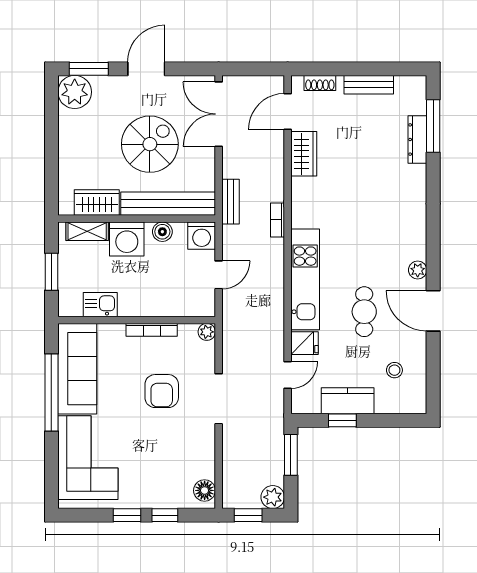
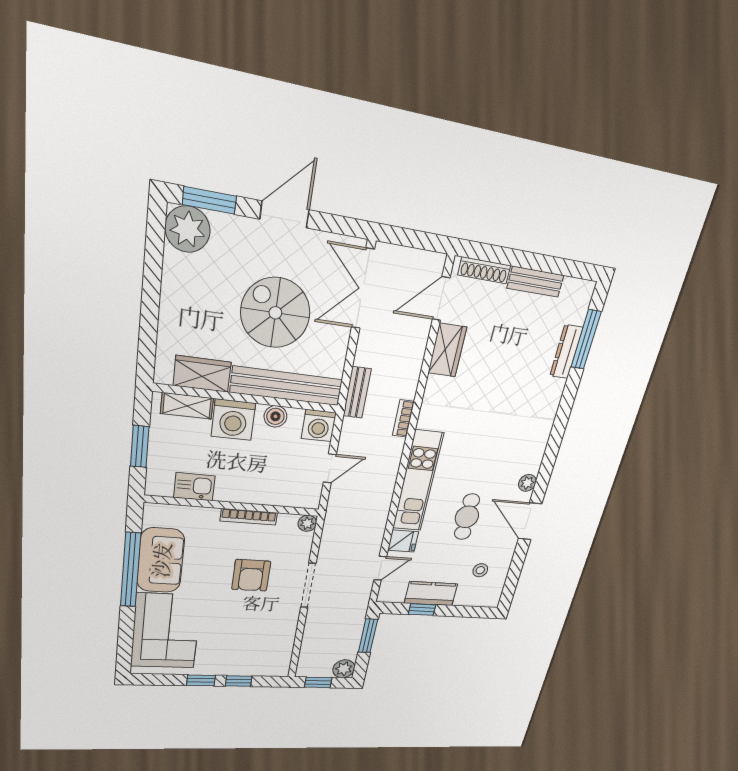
shoe rack: (320, 83) -> (484, 270), width x1.43
spiral stairs: (150, 144) -> (275, 313), turned -90
sofa: (77, 369) -> (161, 560), width x0.73
floor lamp: (205, 490) -> (281, 662), removed

